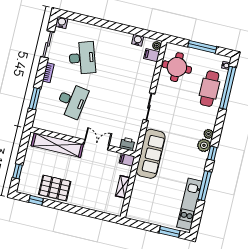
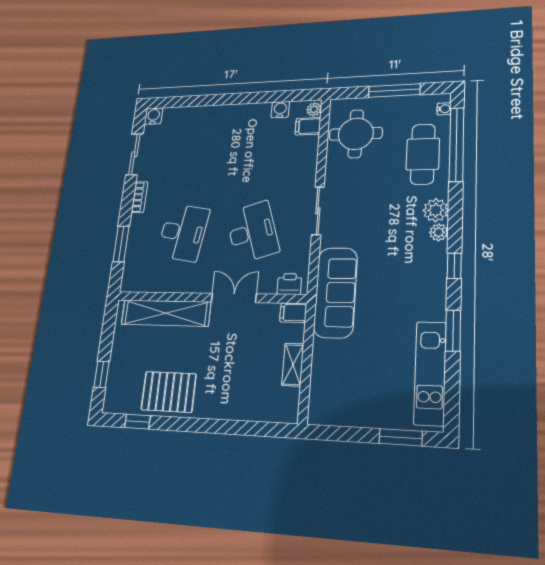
desk: (82, 58) -> (252, 232), moved
plant: (204, 145) -> (436, 210), moved
window: (205, 186) -> (453, 331), width x0.69

